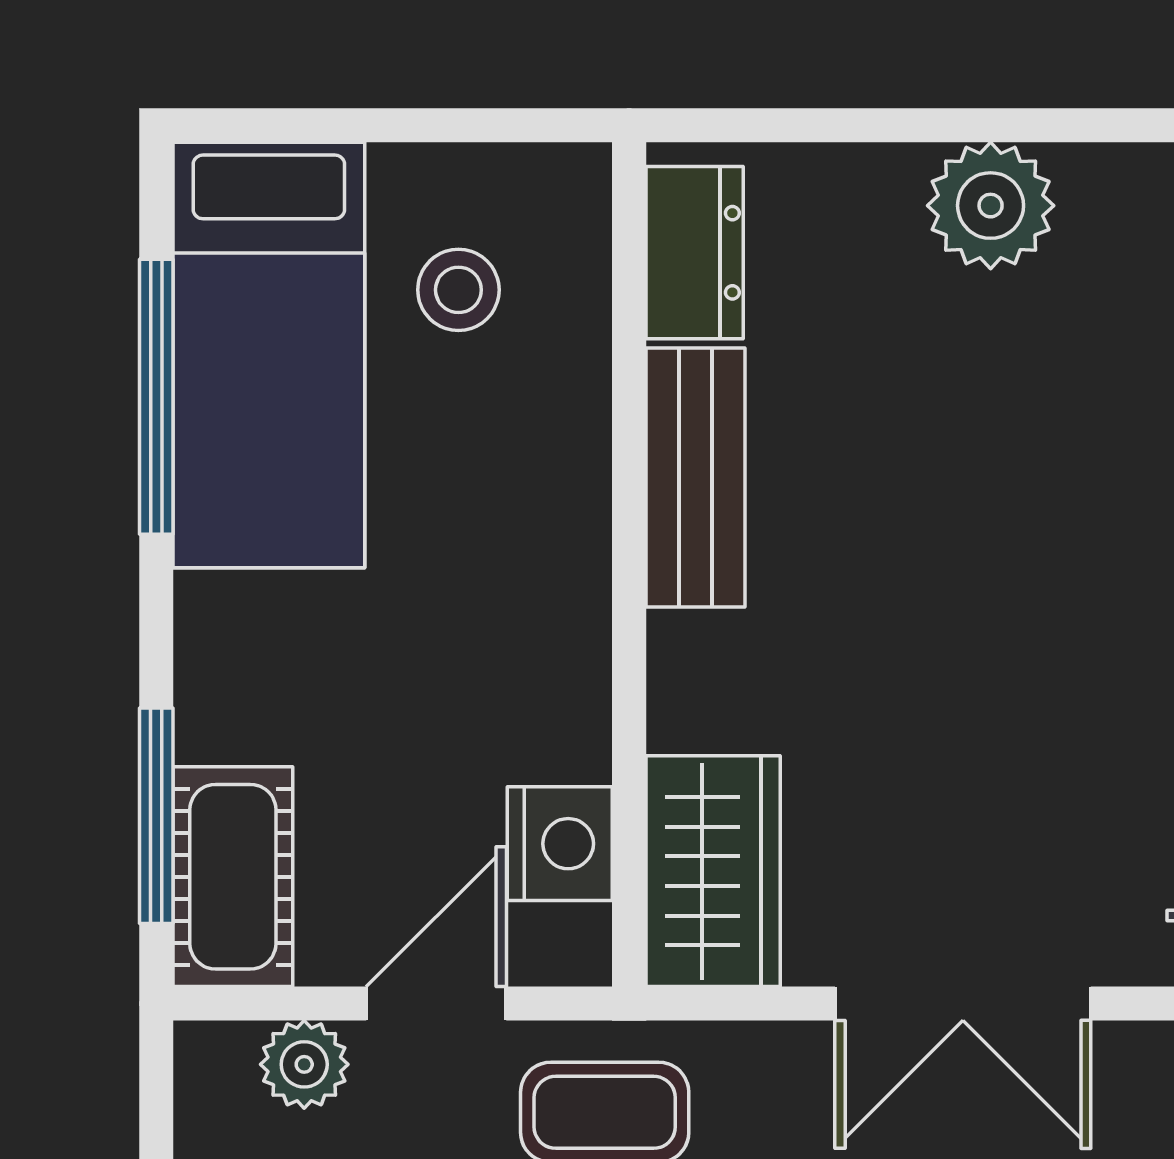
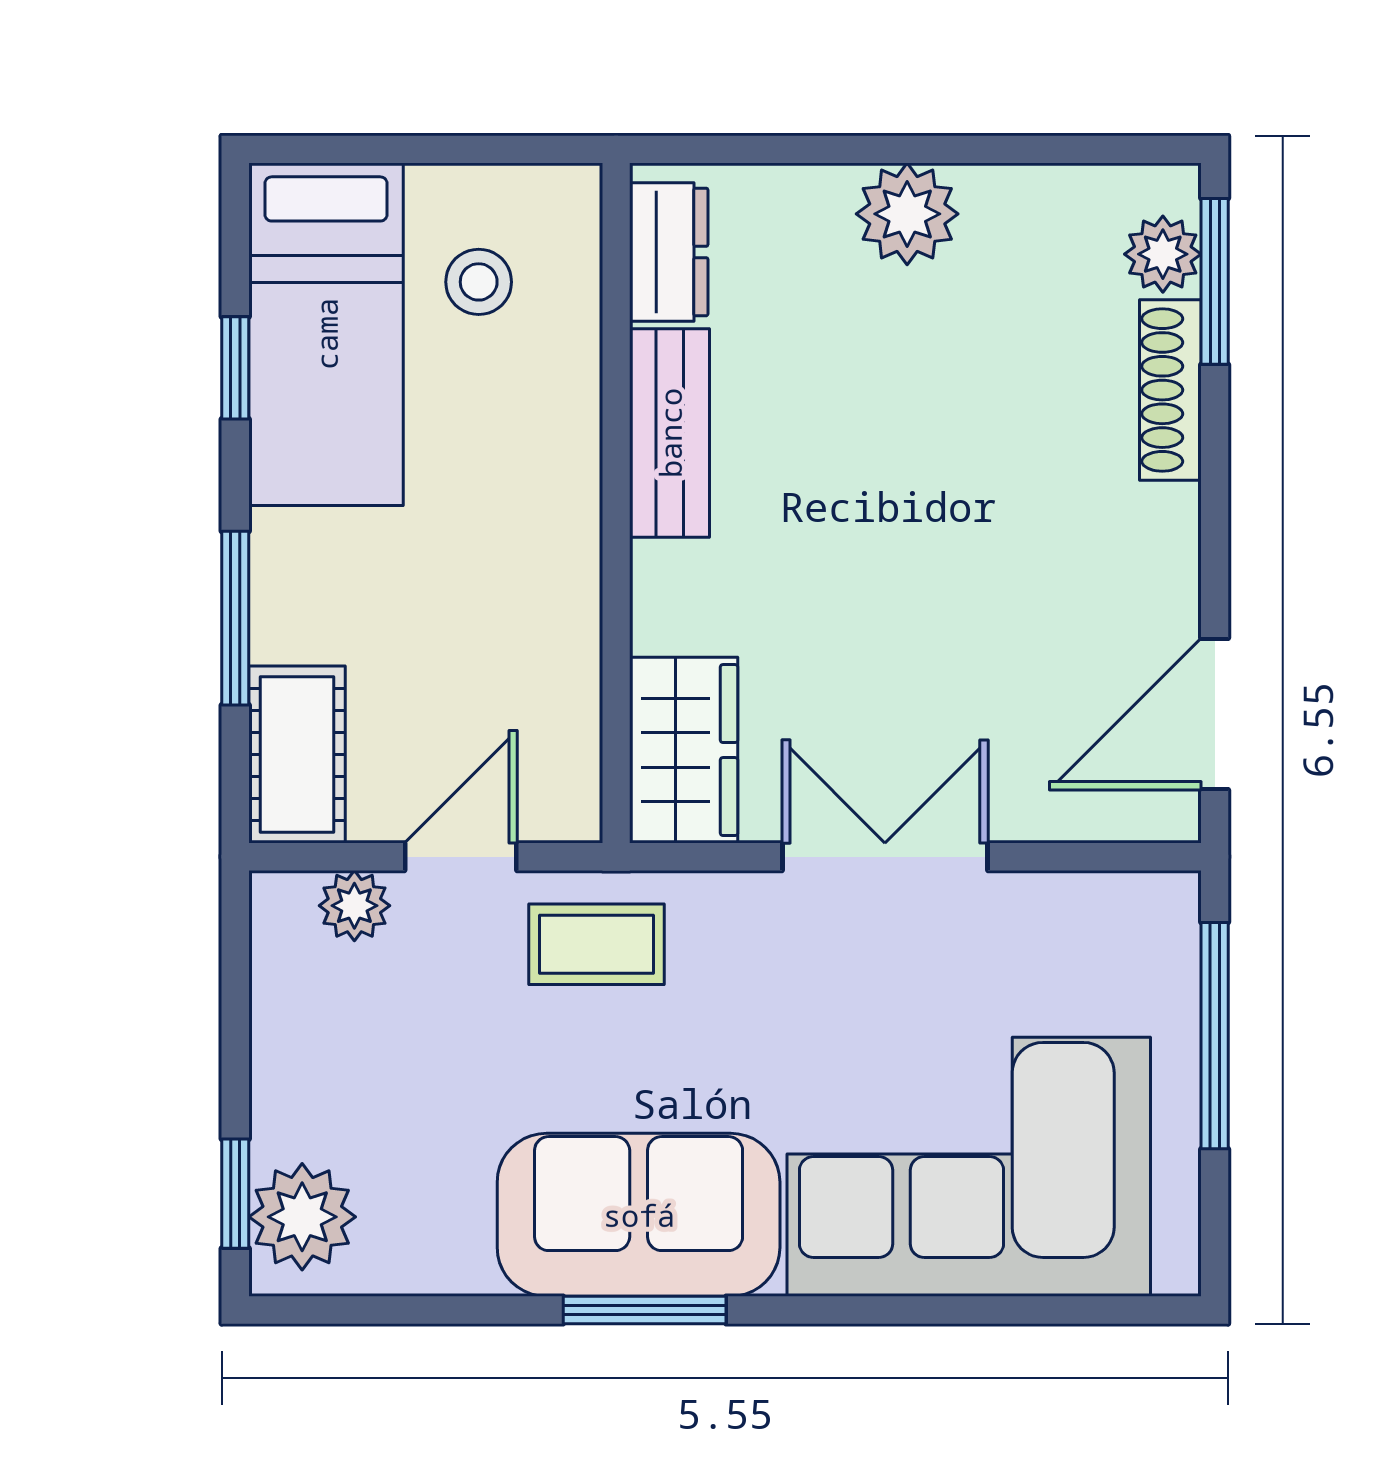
window: (156, 397) -> (235, 368), width x0.46
window: (156, 816) -> (235, 618), moved
nightstand: (560, 844) -> (560, 728), removed
double door: (963, 1004) -> (885, 857), swing flipped

